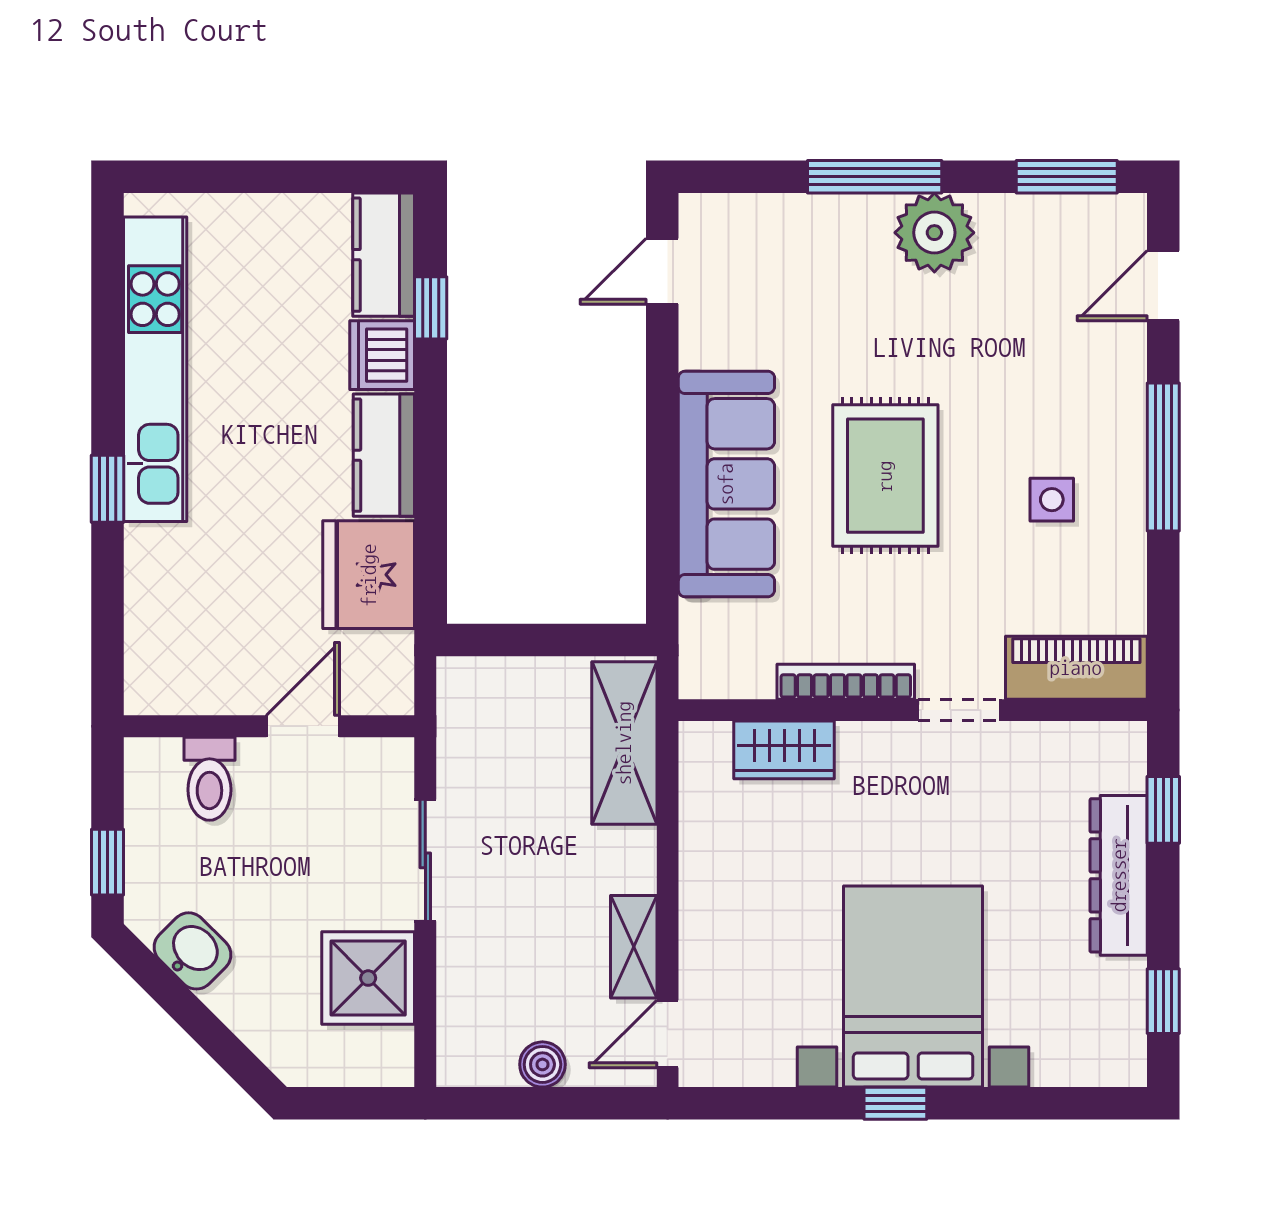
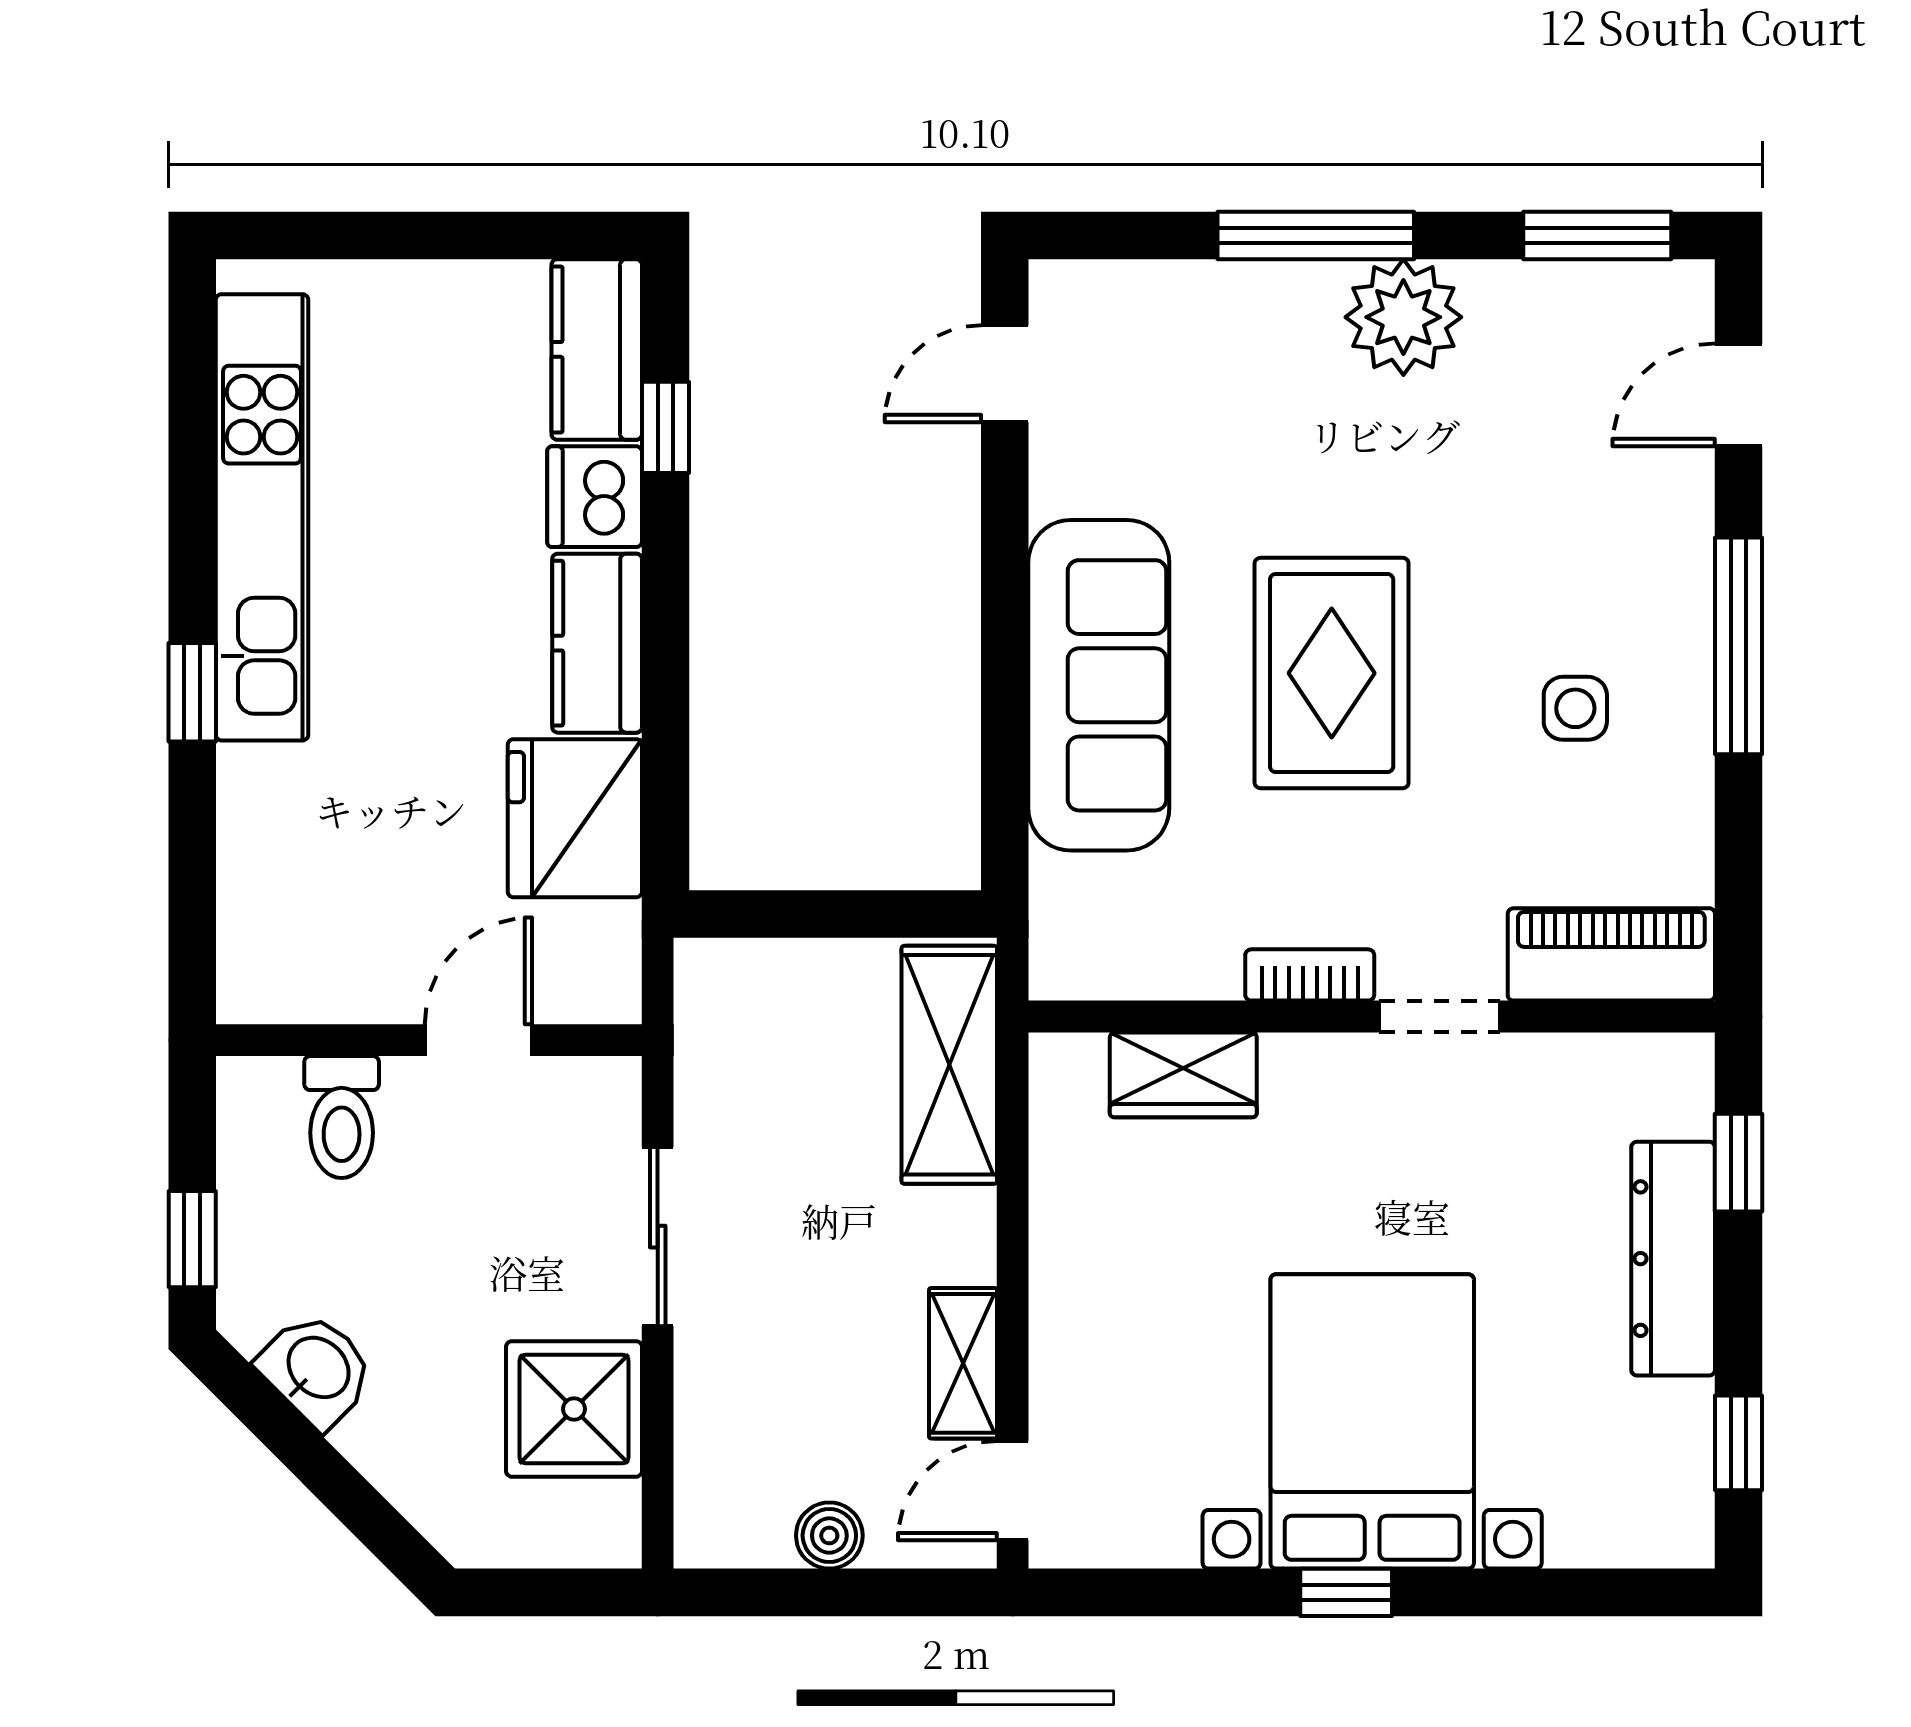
bookcase: (846, 682) -> (1310, 975), width x0.64

